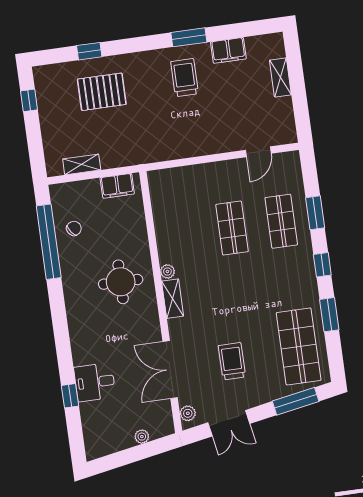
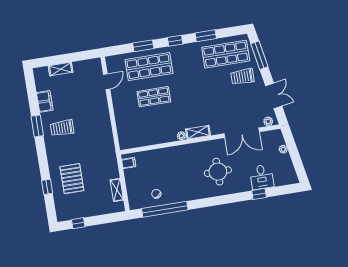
door: (258, 152) -> (107, 82), hinge flipped
filing cabinet: (117, 186) -> (129, 163), width x0.50
shop shelf: (281, 221) -> (149, 67), width x1.43, depth x1.36
round table: (121, 282) -> (218, 172), moved
trolley: (232, 361) -> (242, 77), moved
desk: (95, 382) -> (262, 177), moved

